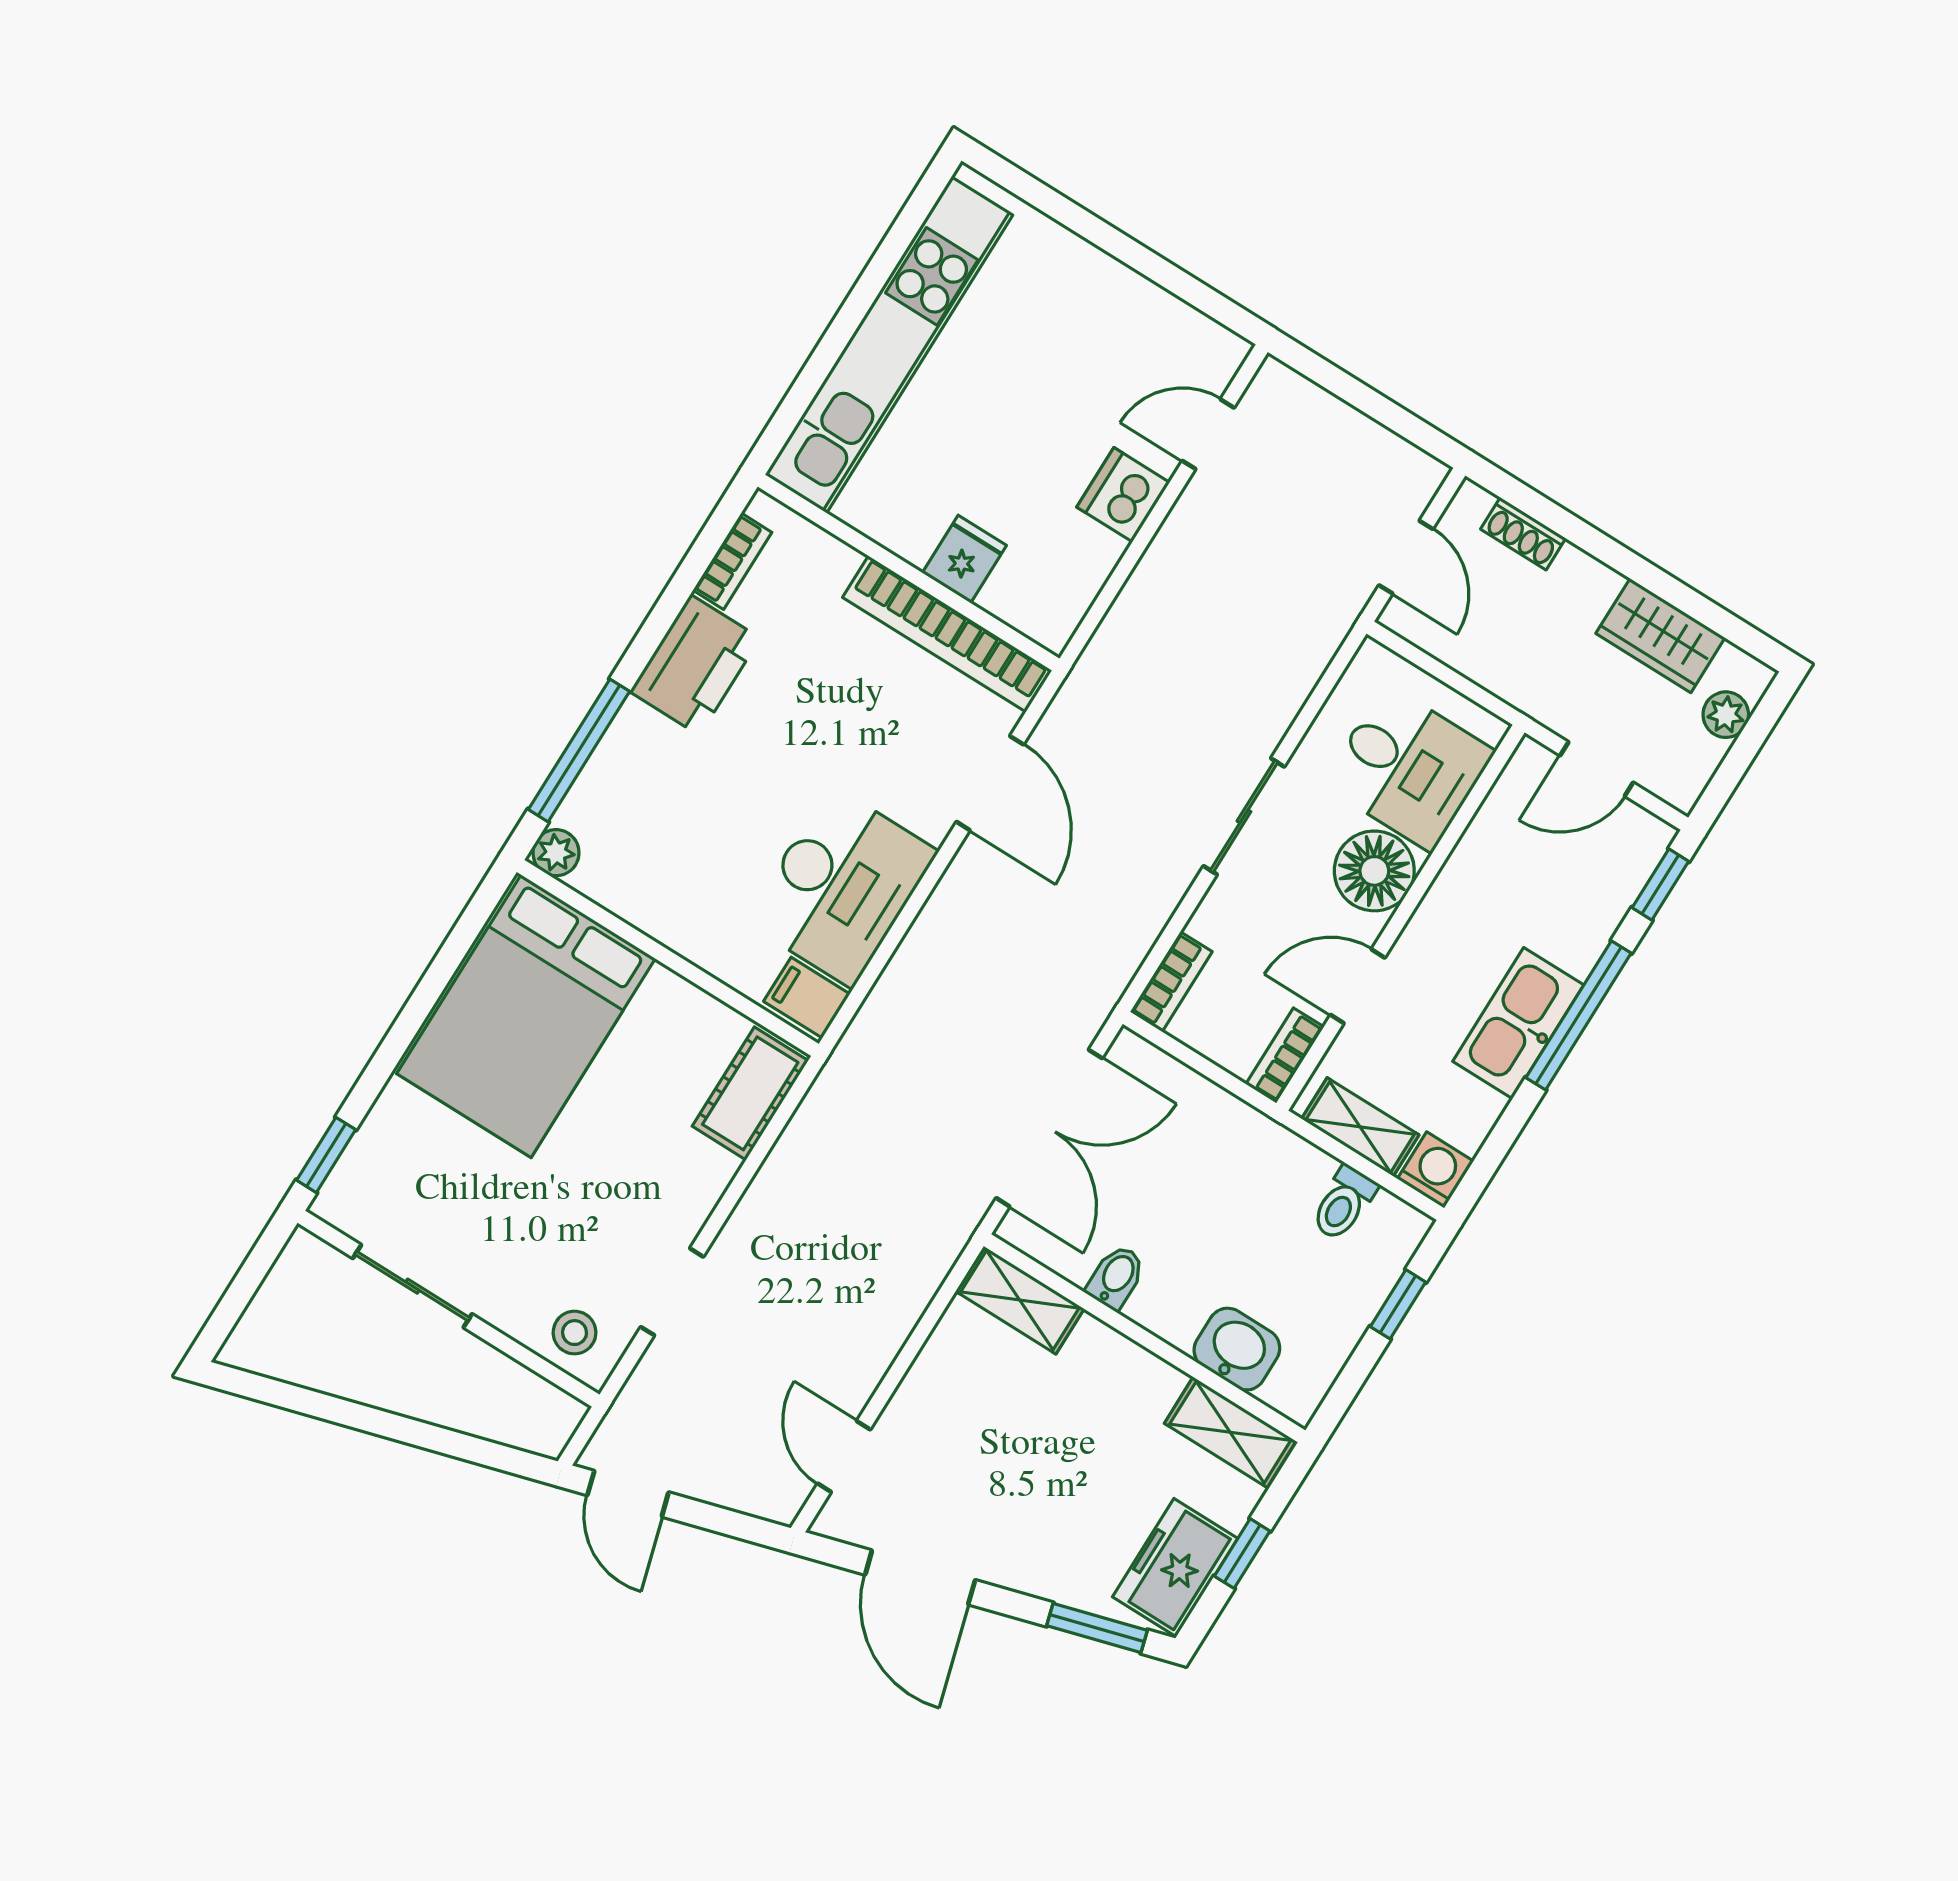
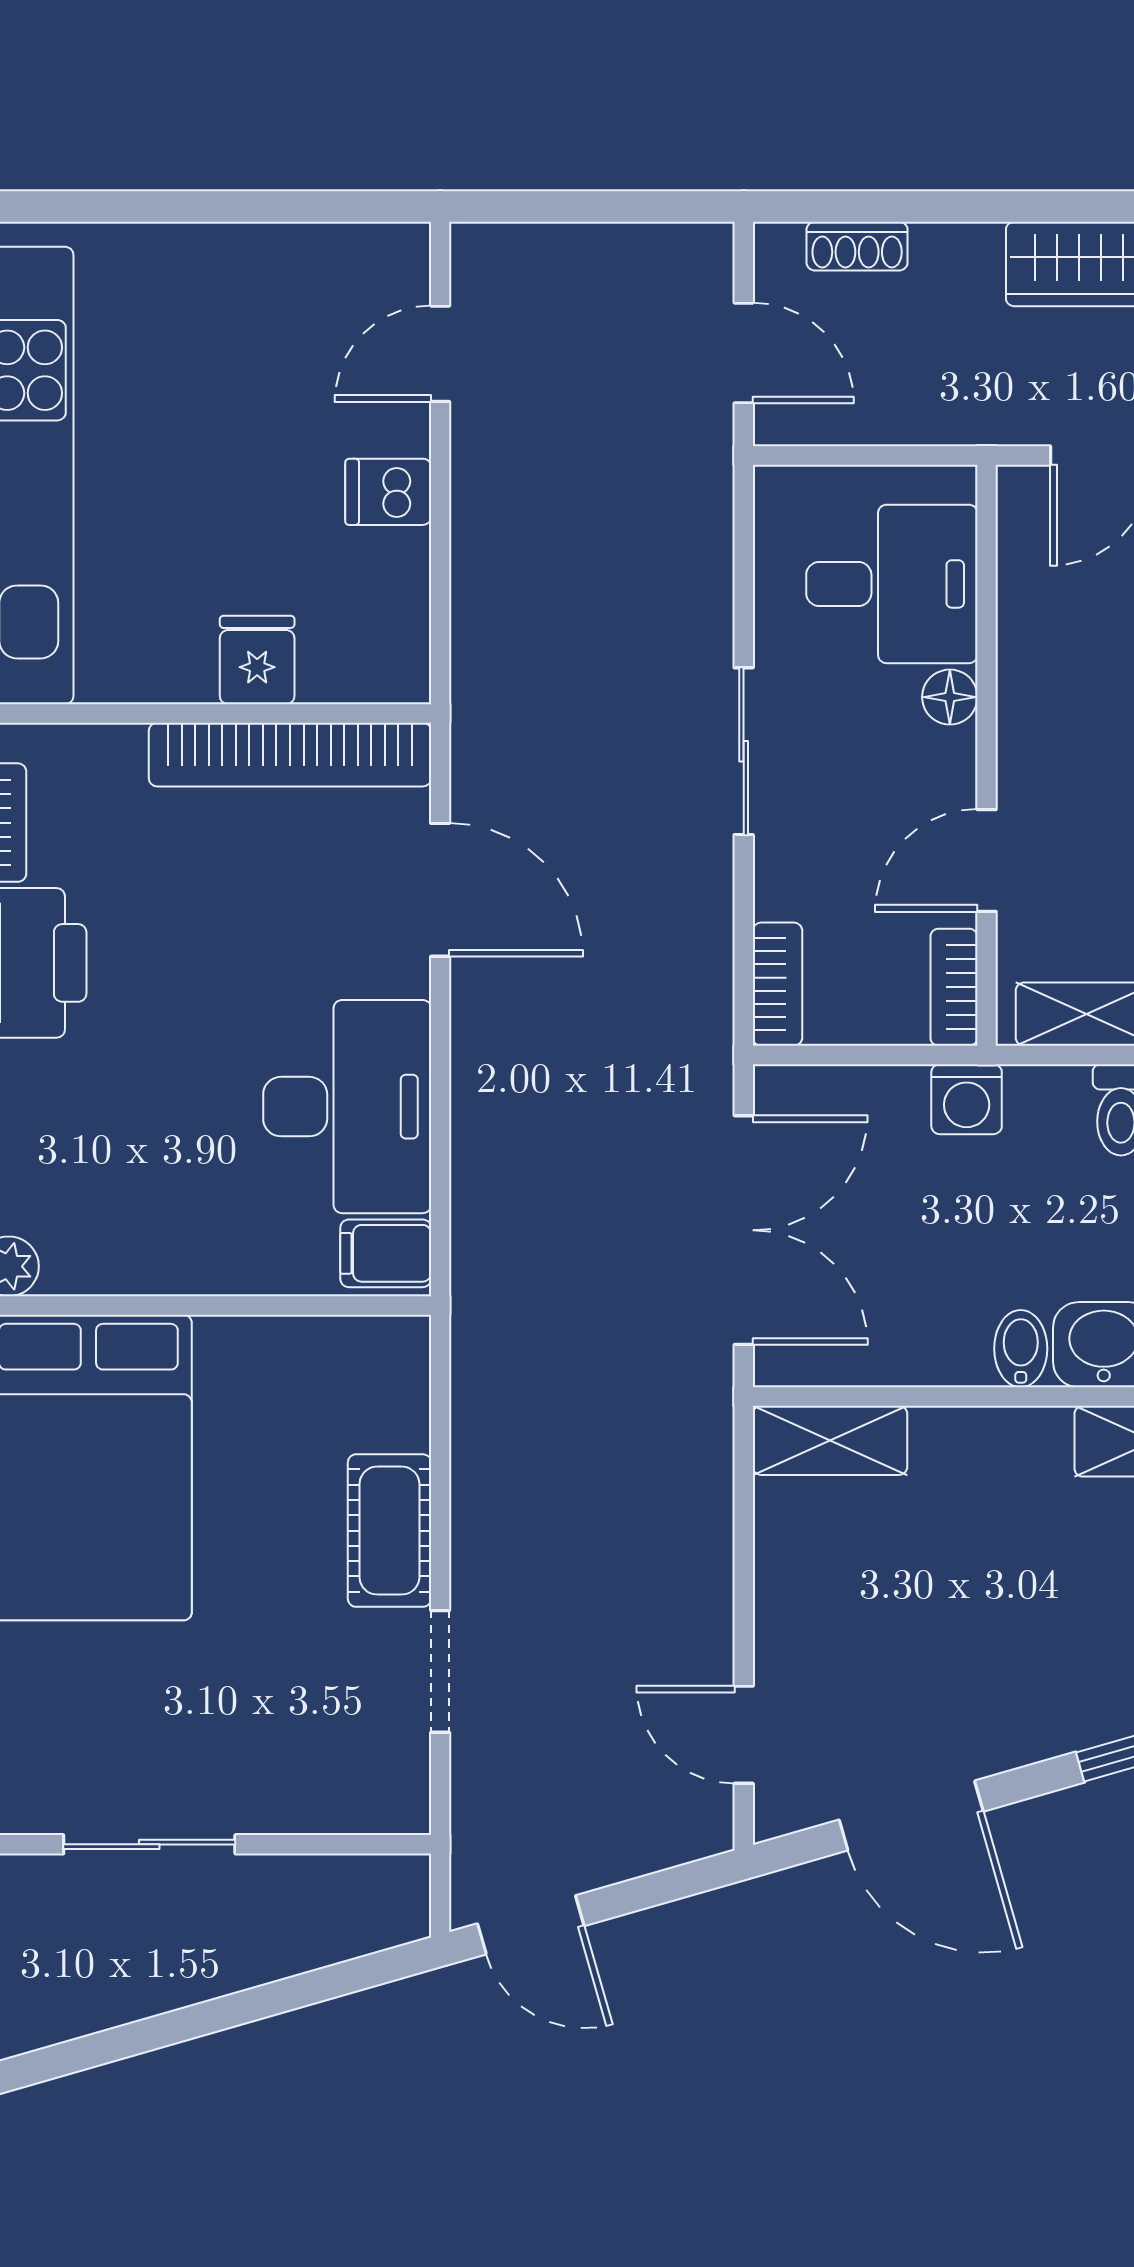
dishwasher: (1123, 495) -> (388, 492), width x0.73
floor lamp: (1374, 871) -> (950, 697), width x0.53, depth x0.53
cot: (750, 1093) -> (389, 1531), moved
washing machine: (1248, 1134) -> (967, 1099), added
bidet: (1116, 1277) -> (1021, 1349), moved
stool: (575, 1333) -> (360, 1784), removed

